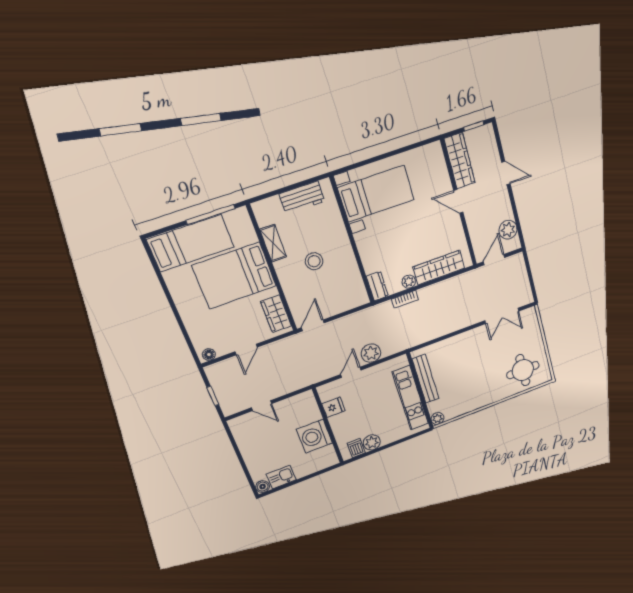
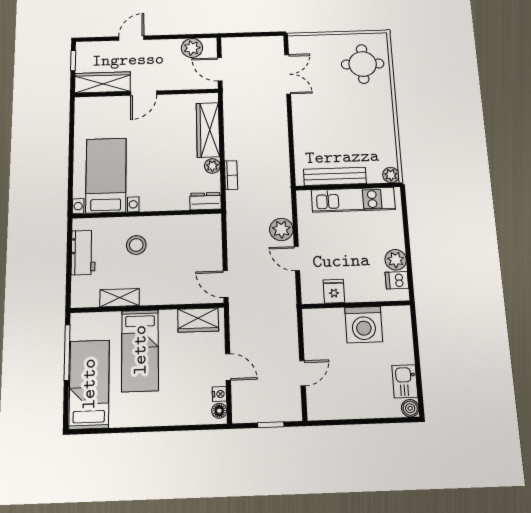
stool: (314, 261) -> (136, 245), moved
bed: (235, 276) -> (140, 350), width x0.67
nightstand: (222, 350) -> (219, 394), added

